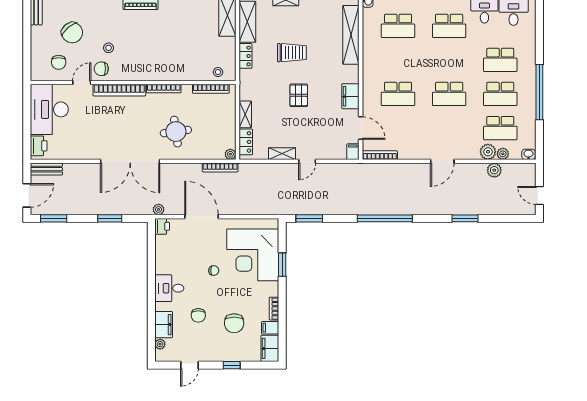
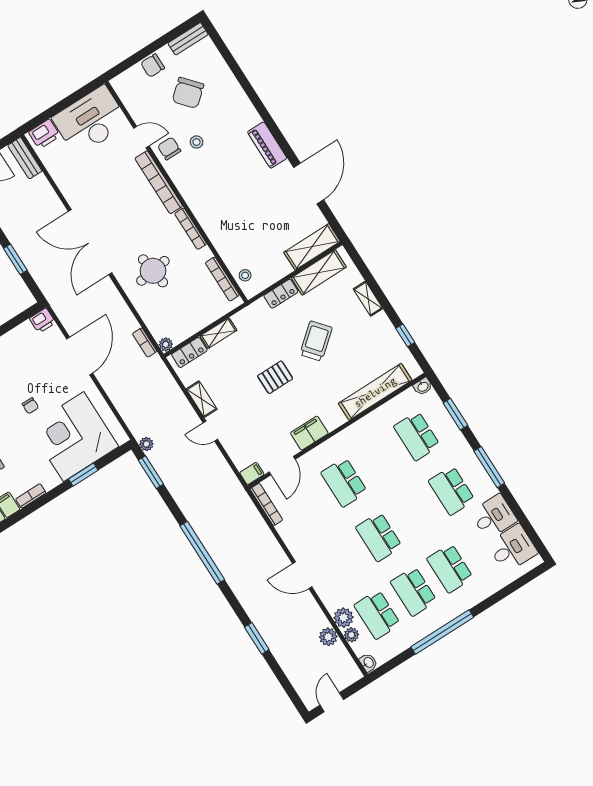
trolley: (292, 53) -> (316, 341), turned -130
chair: (59, 62) -> (153, 66), moved
bookcase: (220, 168) -> (145, 342), width x0.64
plant: (159, 209) -> (146, 444), moved

